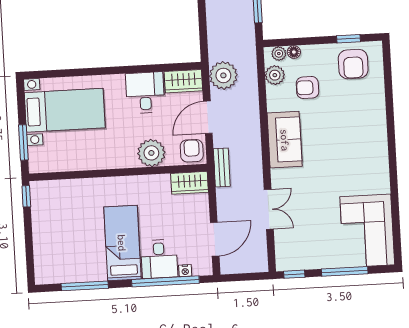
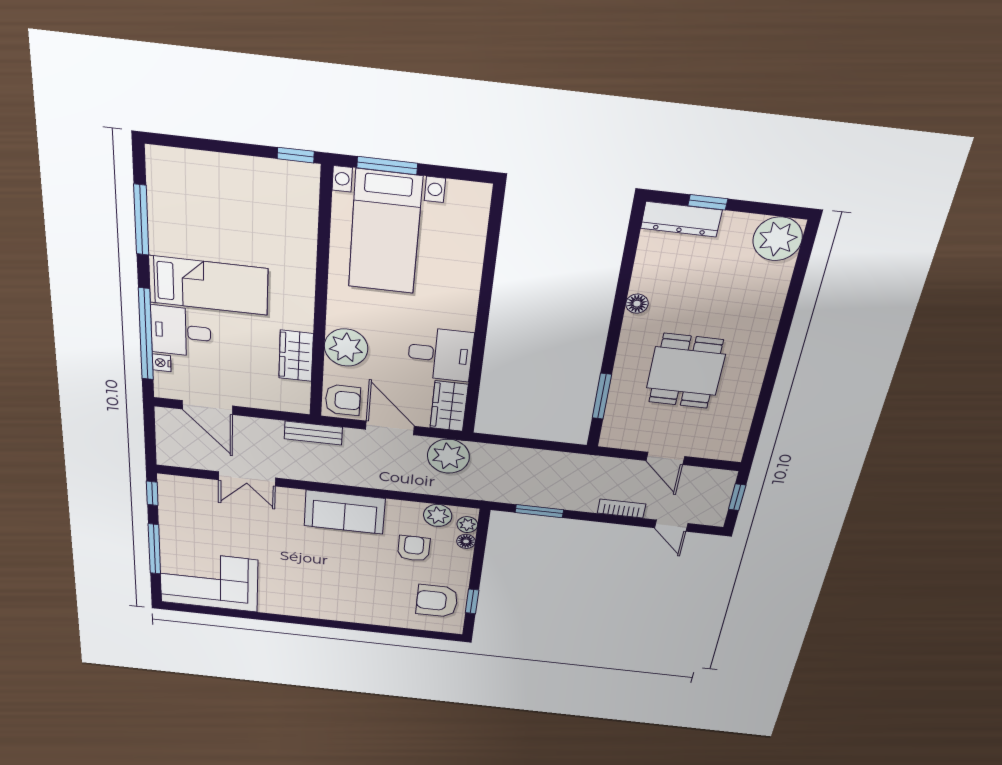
bed with nightstands: (65, 110) -> (385, 232), moved
wardrobe: (190, 183) -> (296, 356), moved

